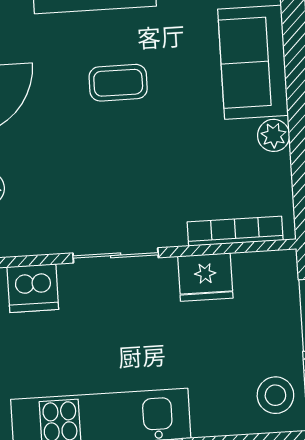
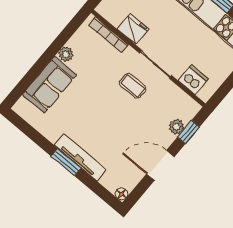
coffee table: (118, 83) -> (133, 86), moved

